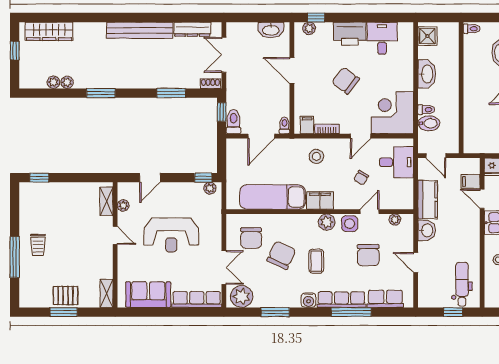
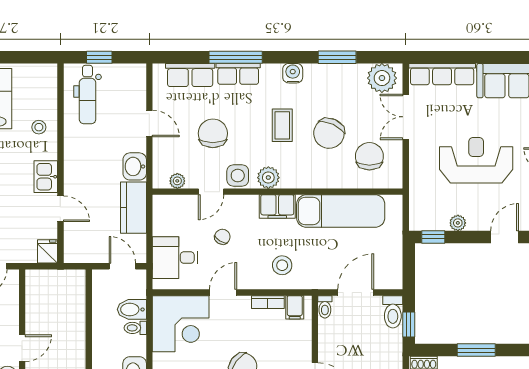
filing cabinet: (471, 181) -> (76, 232), removed
plant: (210, 188) -> (458, 223), moved
row of seats: (341, 300) -> (238, 74), width x0.68

